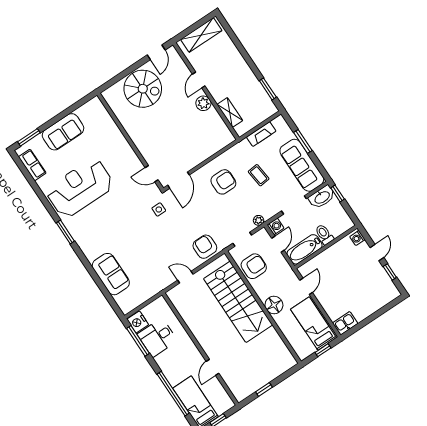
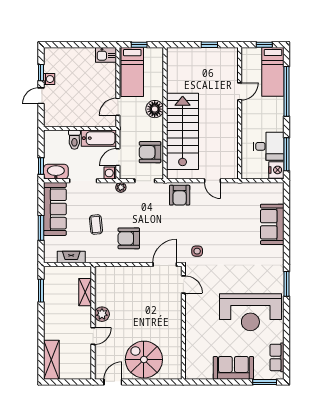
shelving: (201, 35) -> (51, 360), moved, turned 90
washing machine: (357, 238) -> (49, 79), moved

